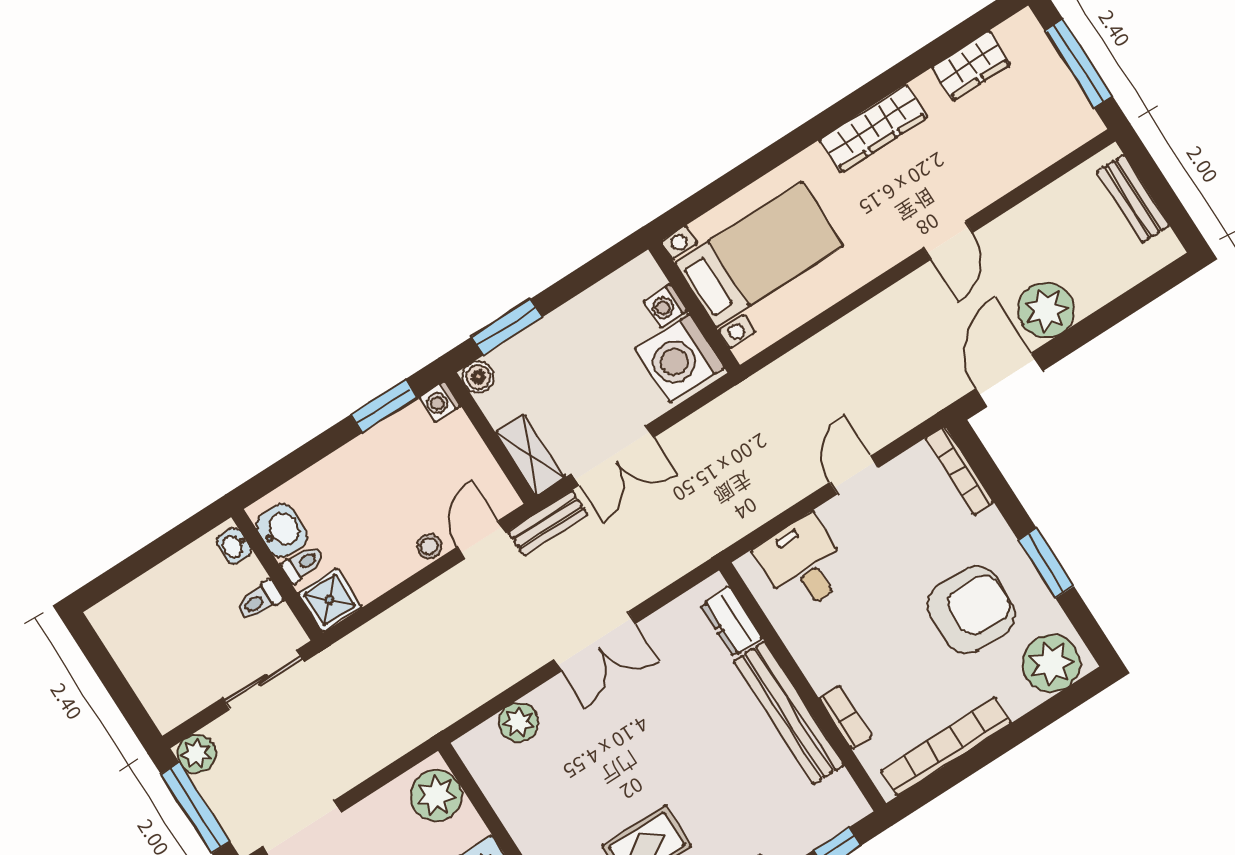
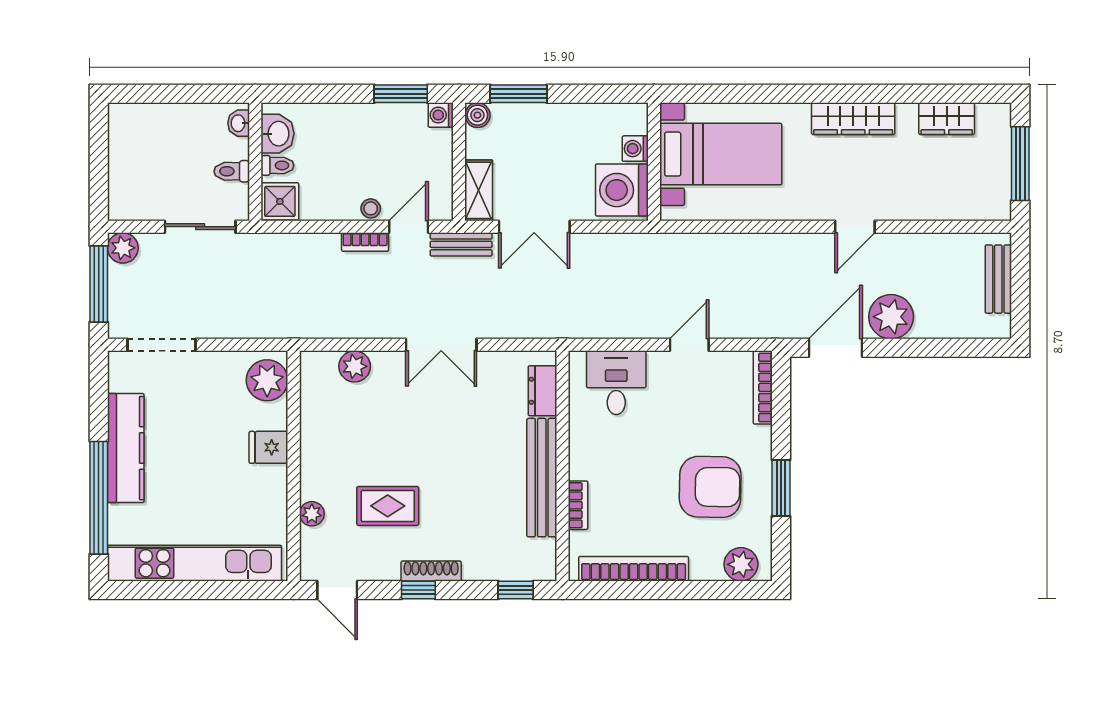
bookcase: (446, 585) -> (365, 242), added
plant: (1051, 663) -> (741, 564), width x0.73, depth x0.73

